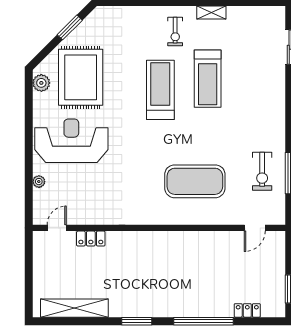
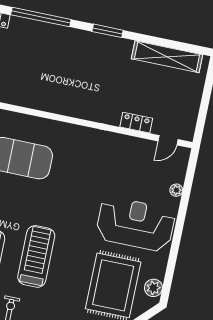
treadmill: (160, 90) -> (36, 256), turned 180
reception desk: (71, 141) -> (135, 224), turned 180

